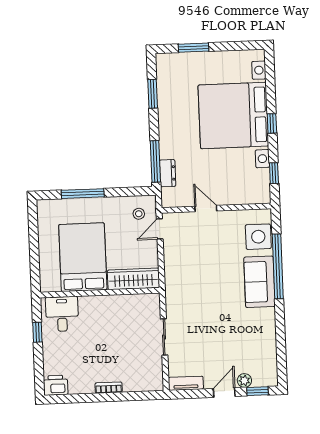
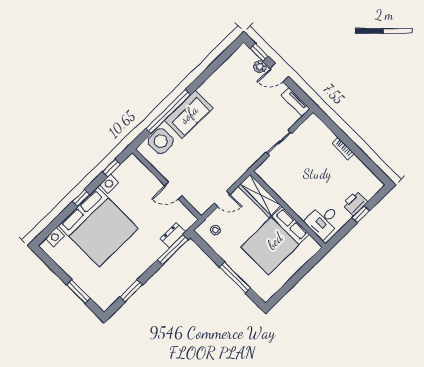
door: (206, 209) -> (173, 191), hinge flipped
door: (160, 229) -> (222, 199), moved
window: (37, 332) -> (361, 214), moved
printer: (56, 385) -> (355, 203), moved, turned 90

